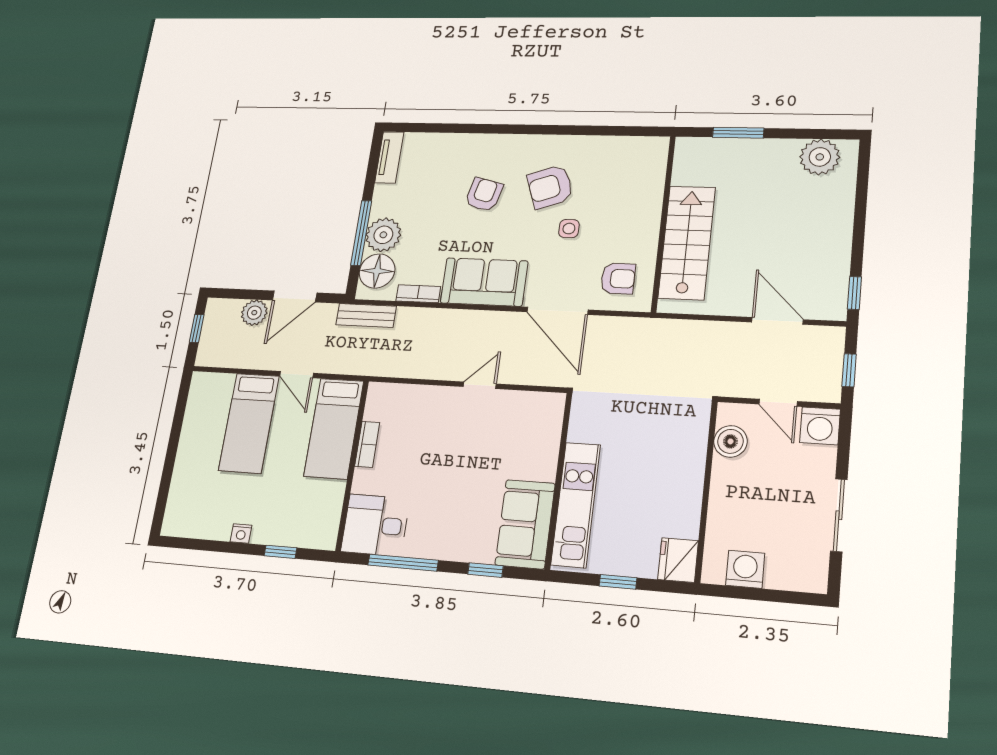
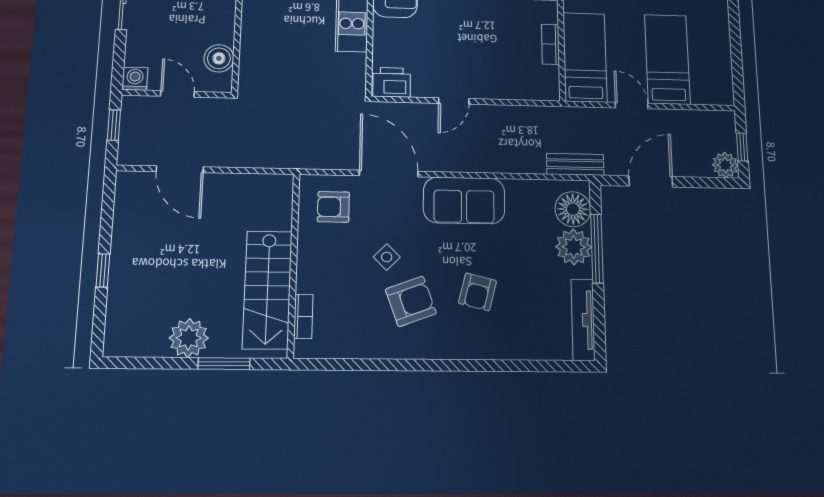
tv unit: (389, 157) -> (583, 320), width x1.41
plant: (820, 157) -> (189, 338), moved
side table: (569, 229) -> (387, 257), turned 45
stairs: (687, 242) -> (267, 290), moved
window: (854, 293) -> (103, 270), moved
bookcase: (418, 294) -> (303, 316), moved, turned -90
plant: (254, 313) -> (725, 165), moved
printer: (543, 408) -> (392, 82), added
washing machine: (820, 426) -> (135, 79), width x0.73, depth x0.73

